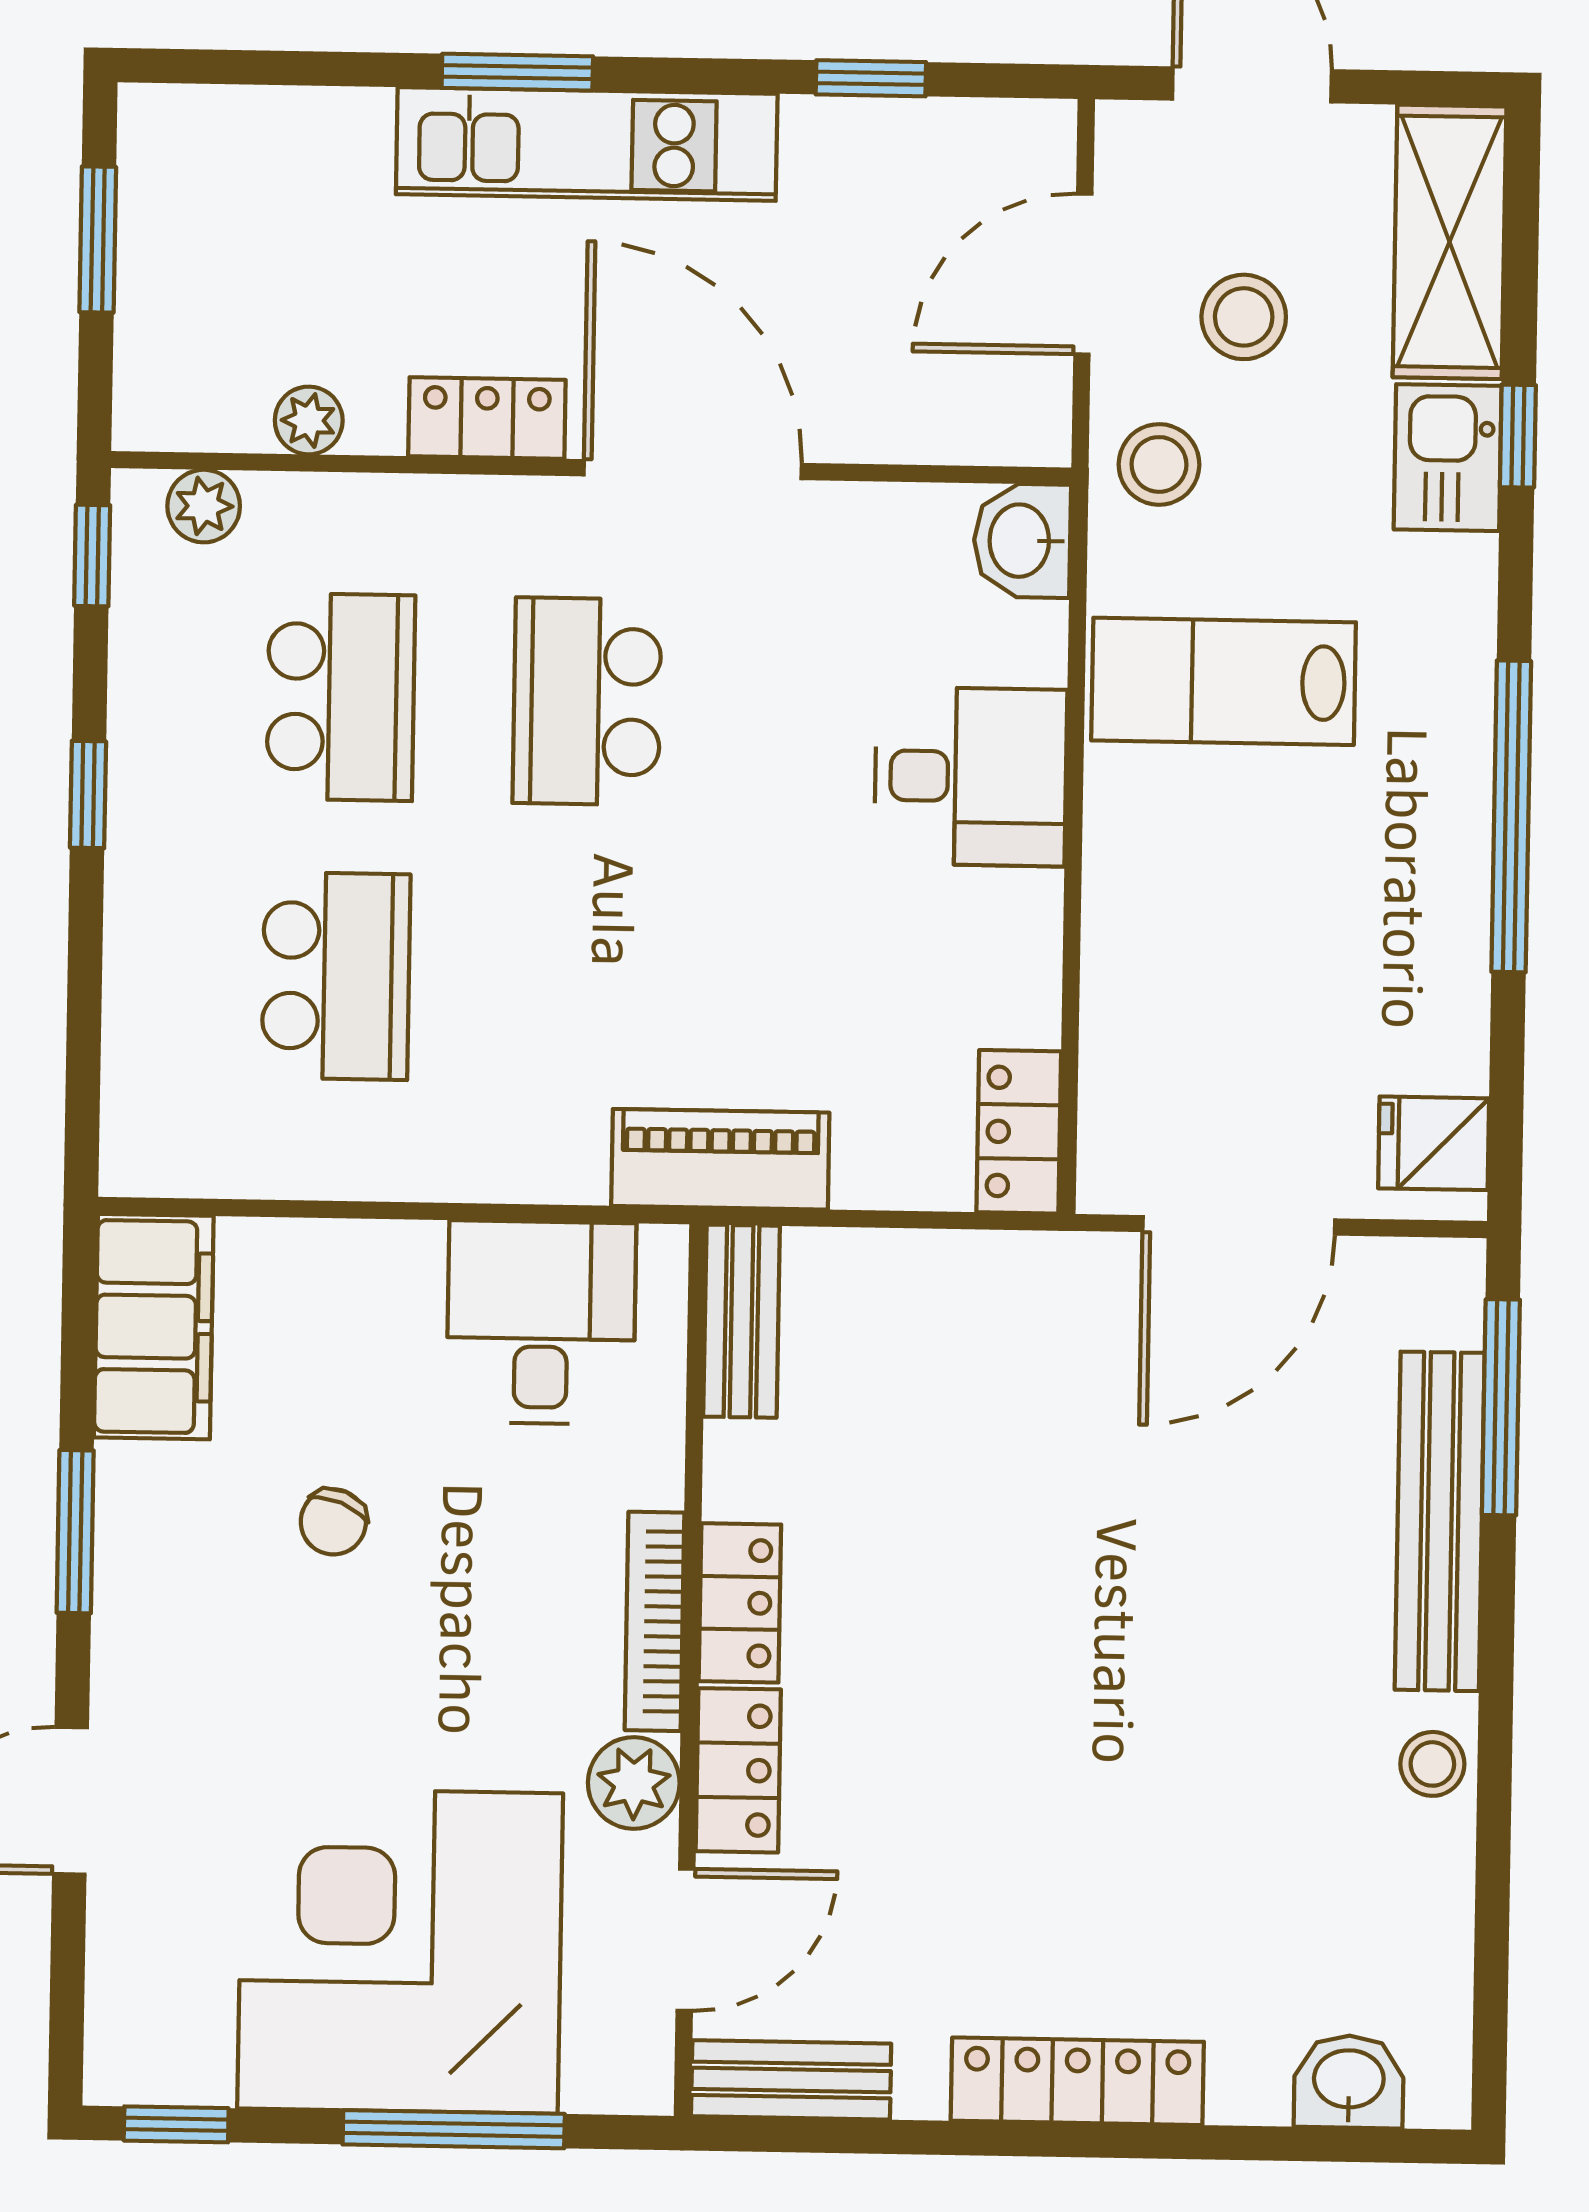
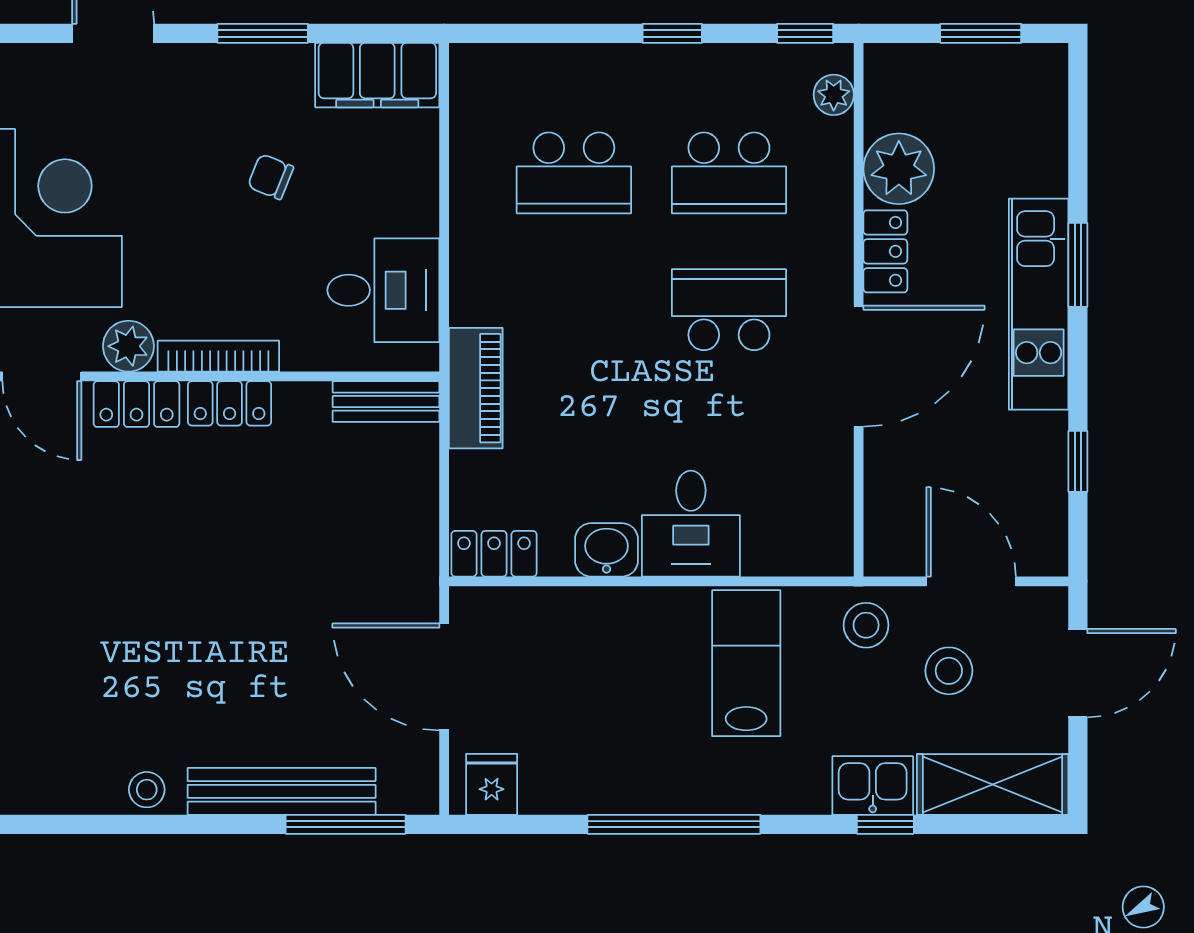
plant: (309, 420) -> (899, 169), width x1.88, depth x1.88
washbasin: (1022, 541) -> (606, 550), moved

